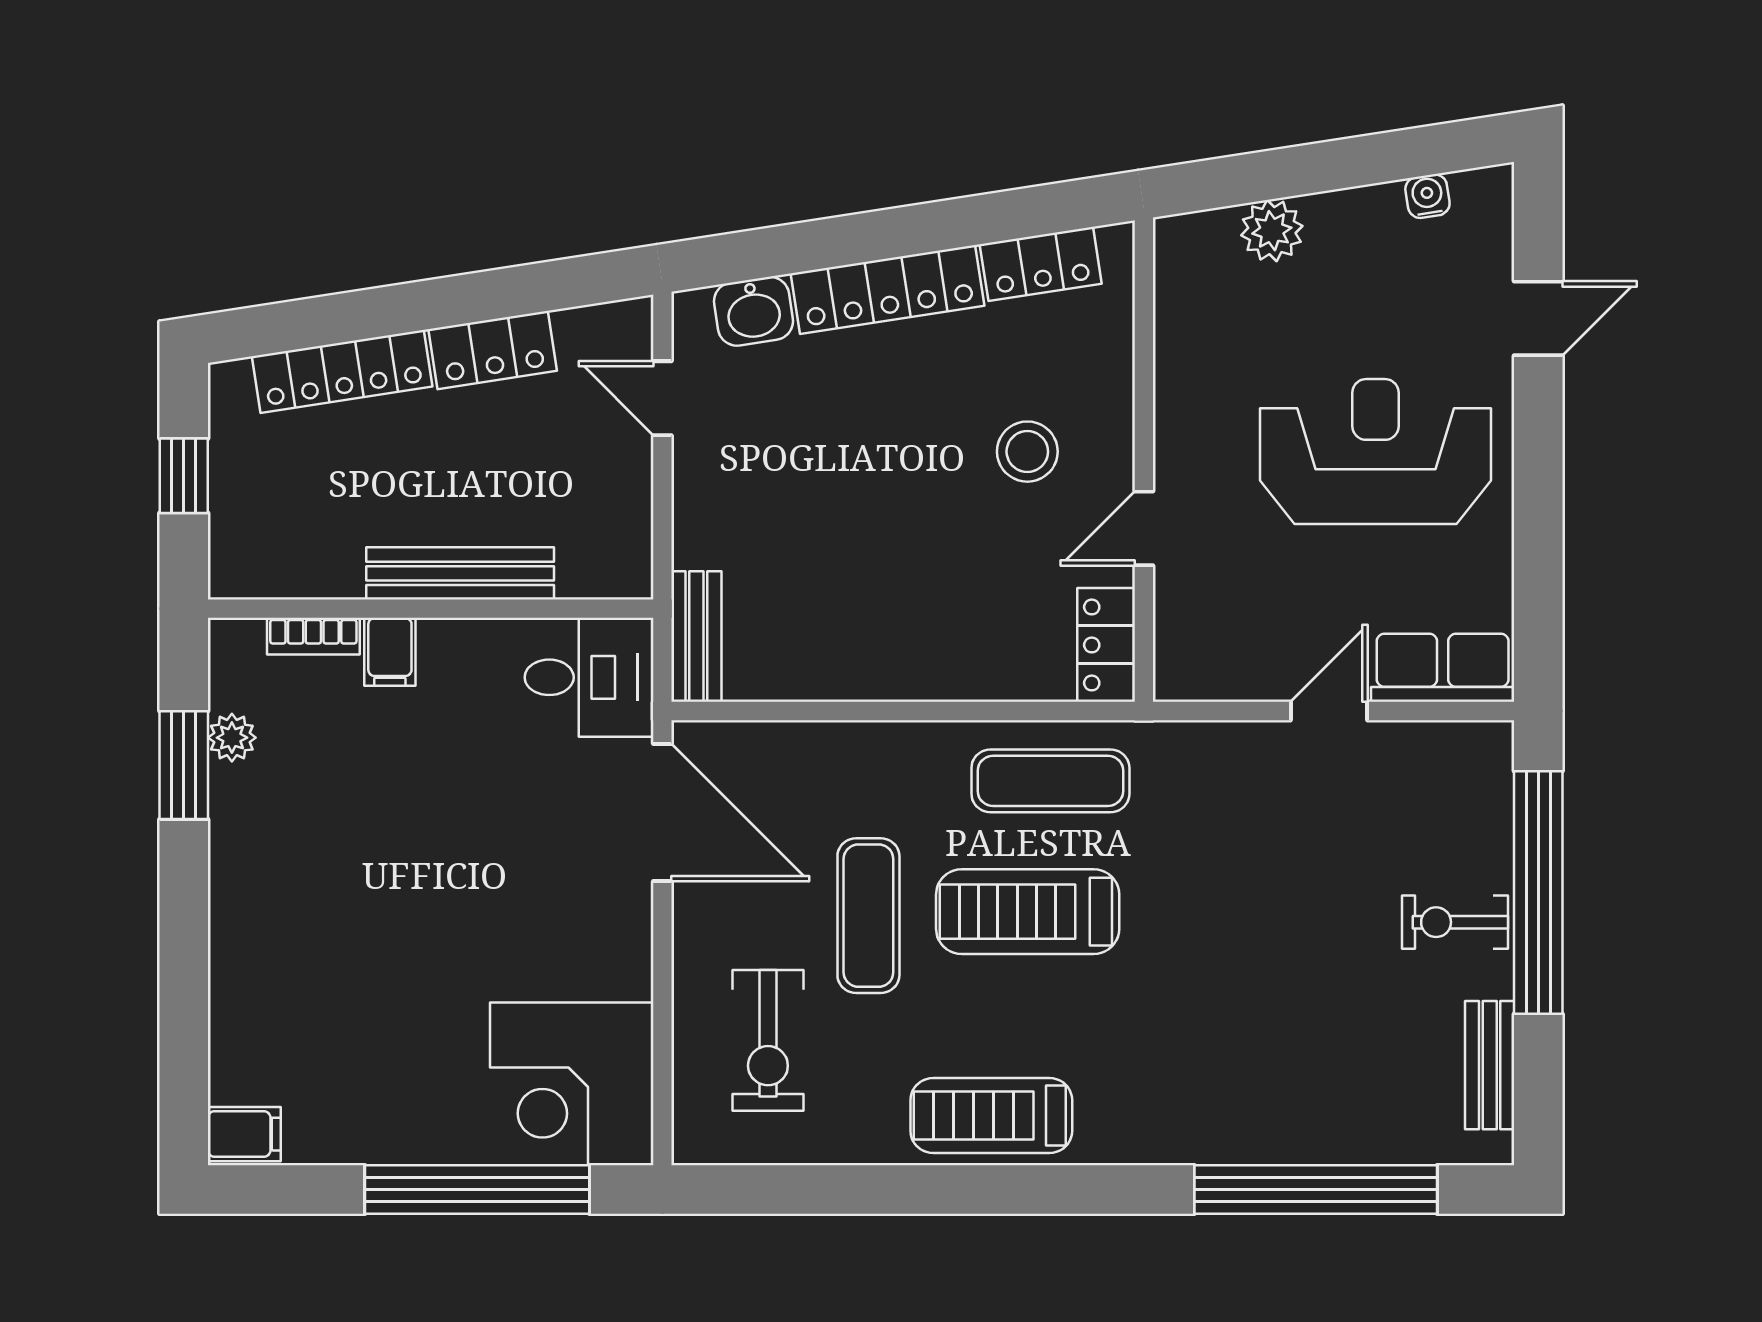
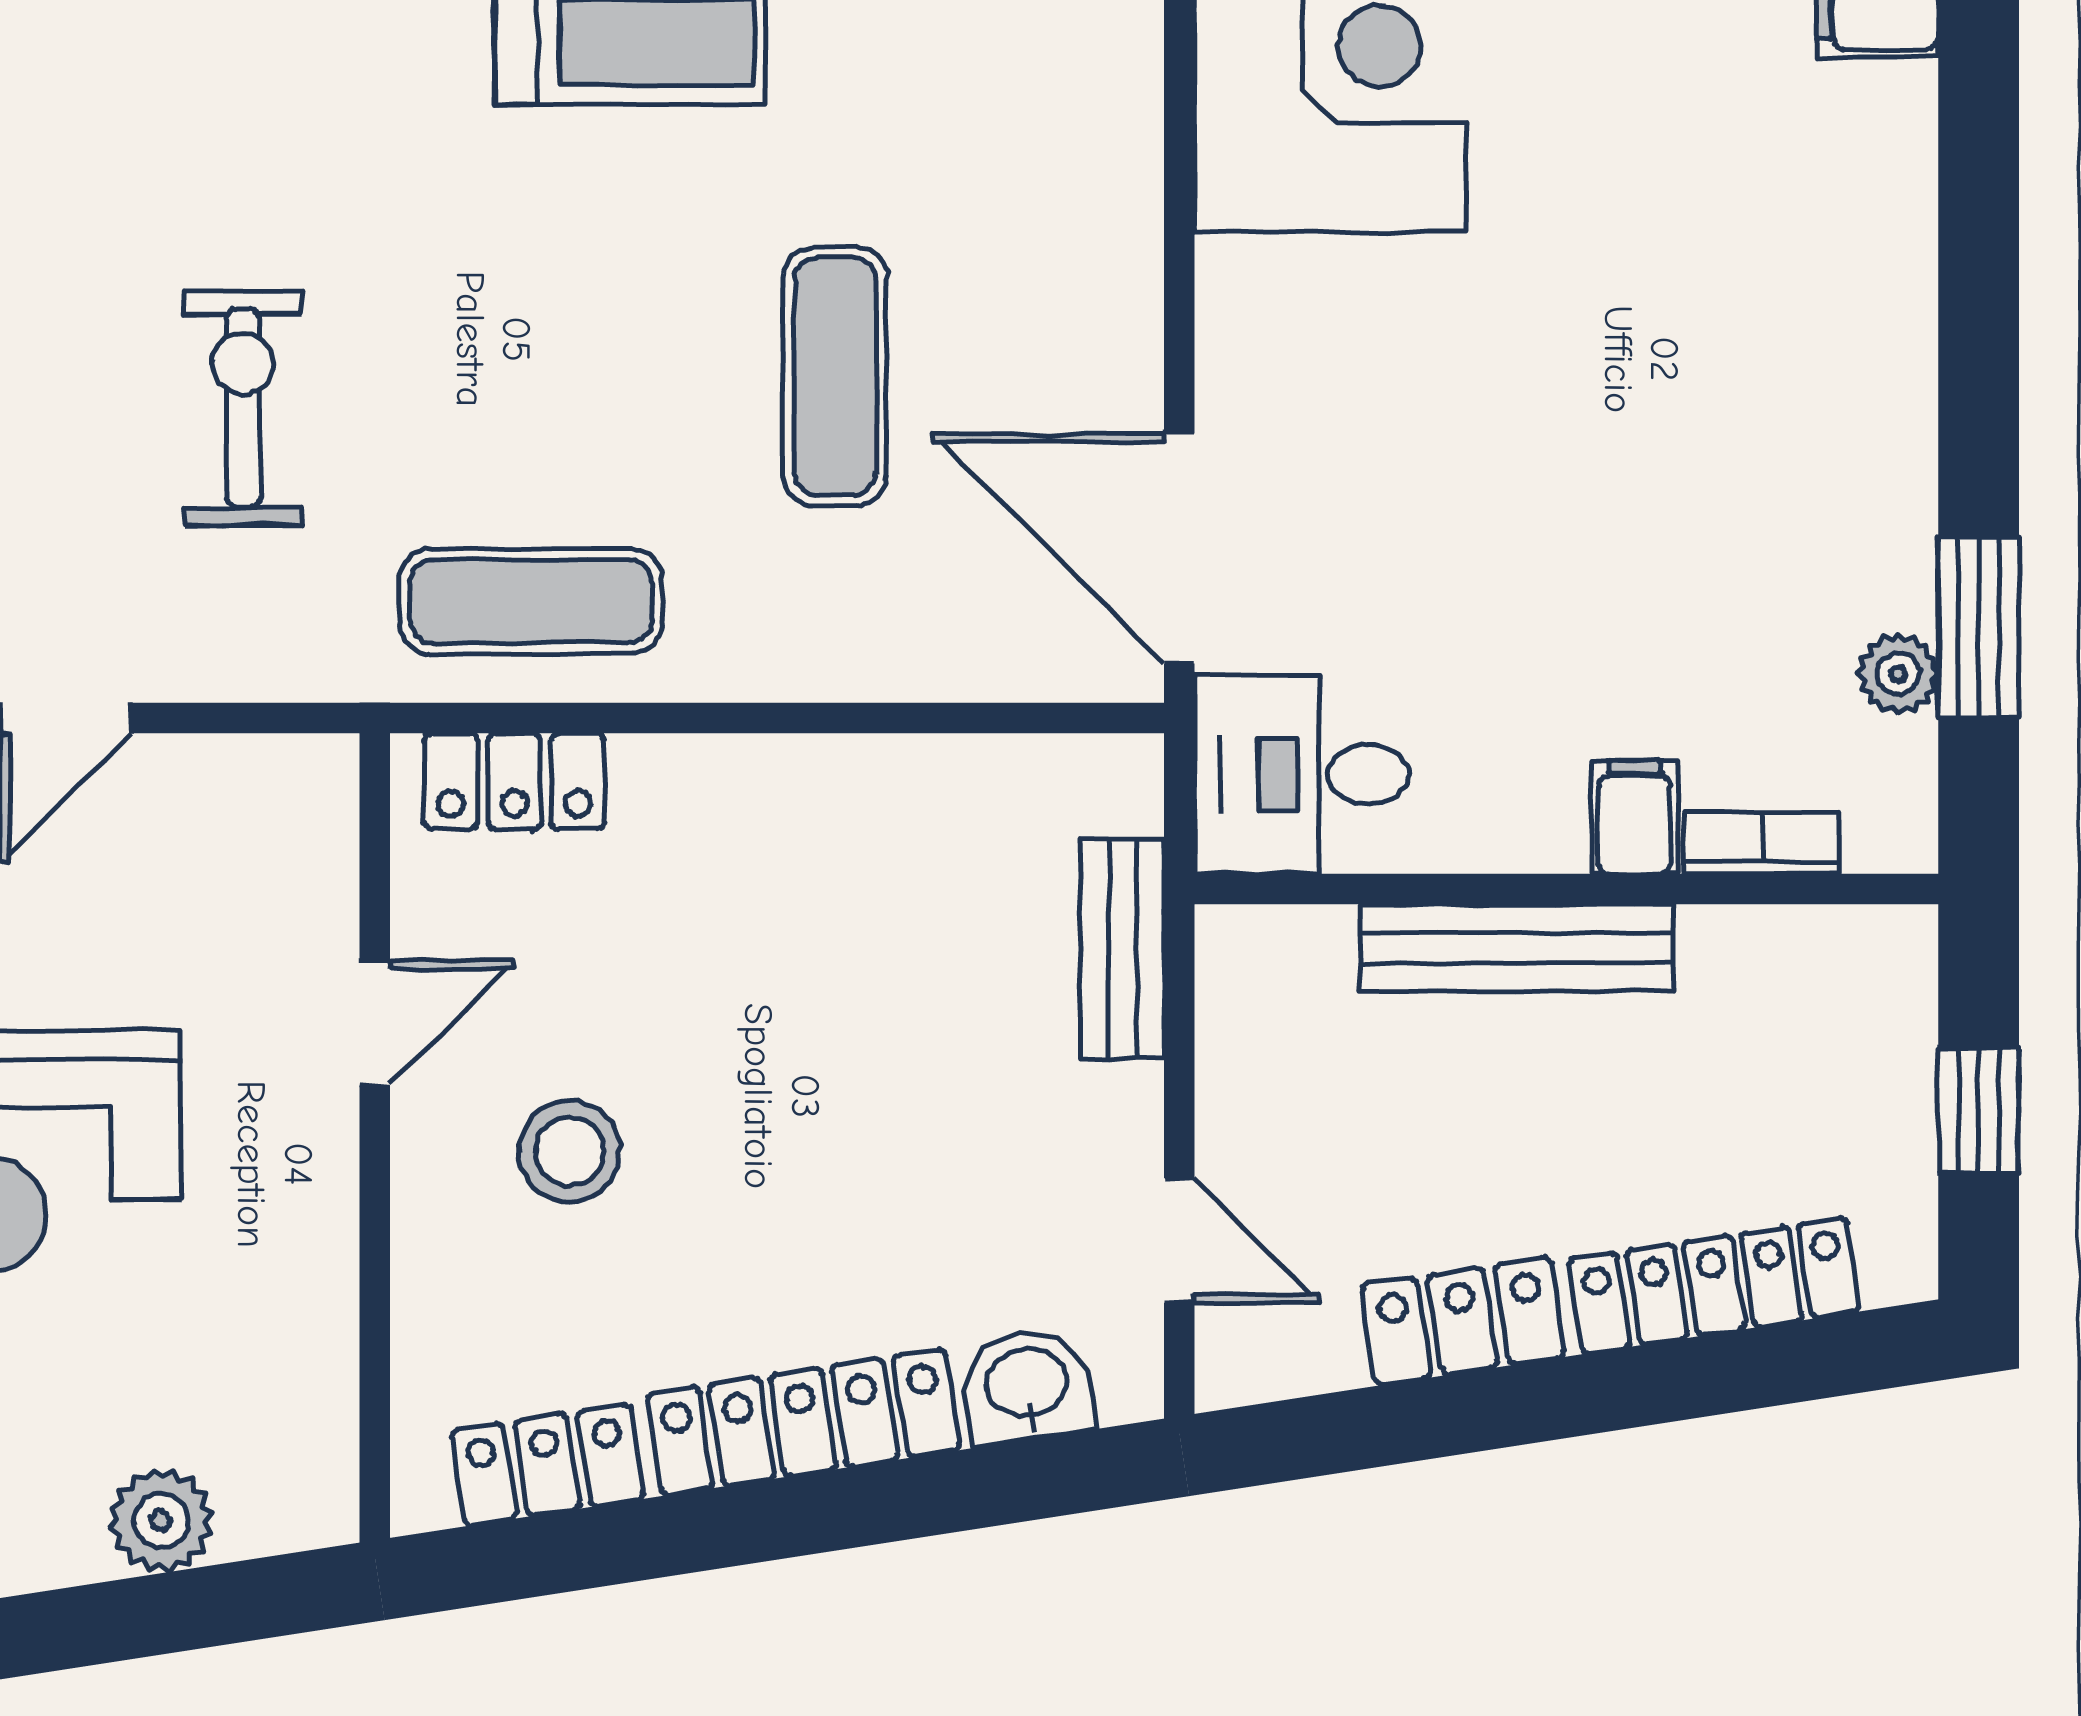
bench: (696, 637) -> (1122, 949), moved
locker: (1106, 645) -> (514, 781), moved, turned 90
treadmill: (1028, 912) -> (569, 383), removed
exercise bike: (768, 1040) -> (243, 408), moved

